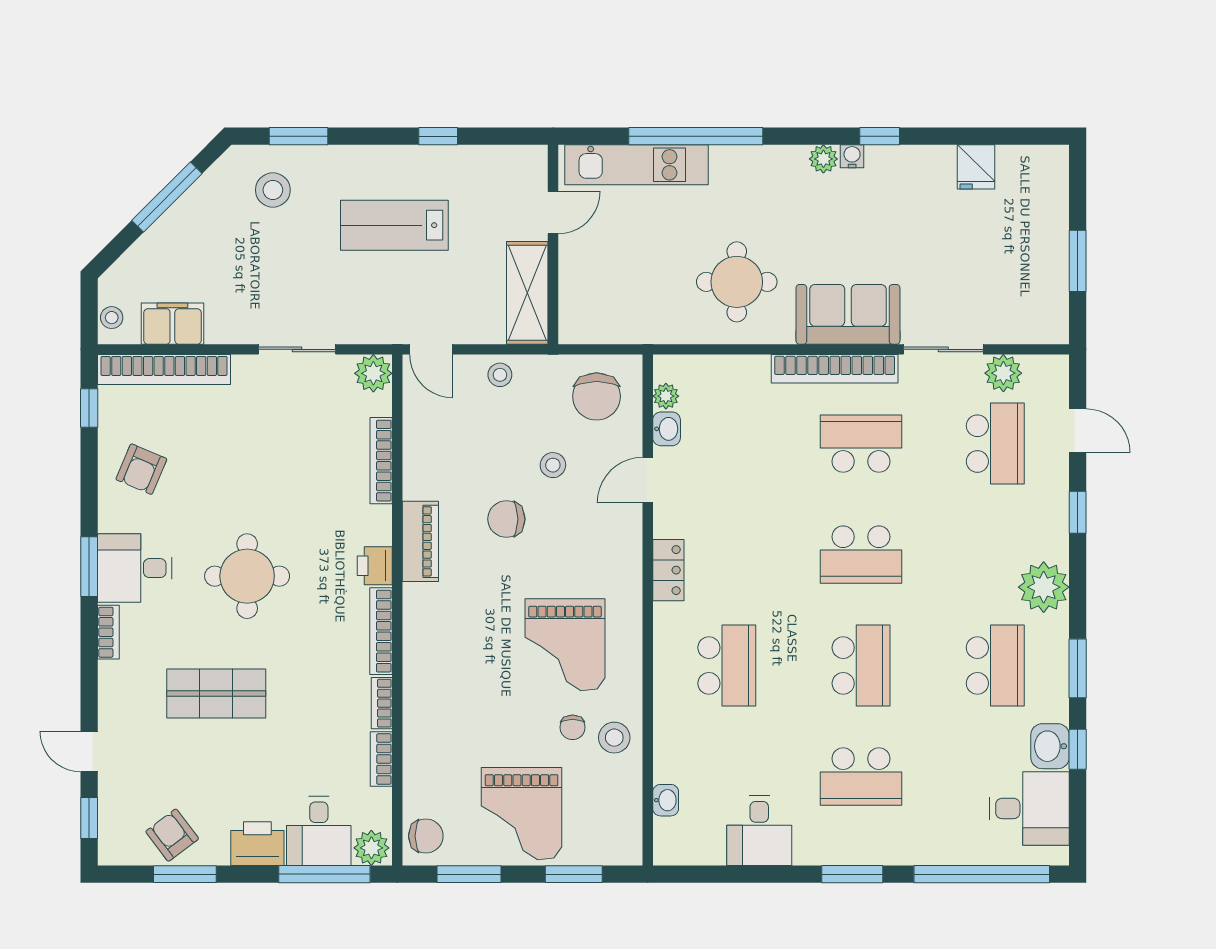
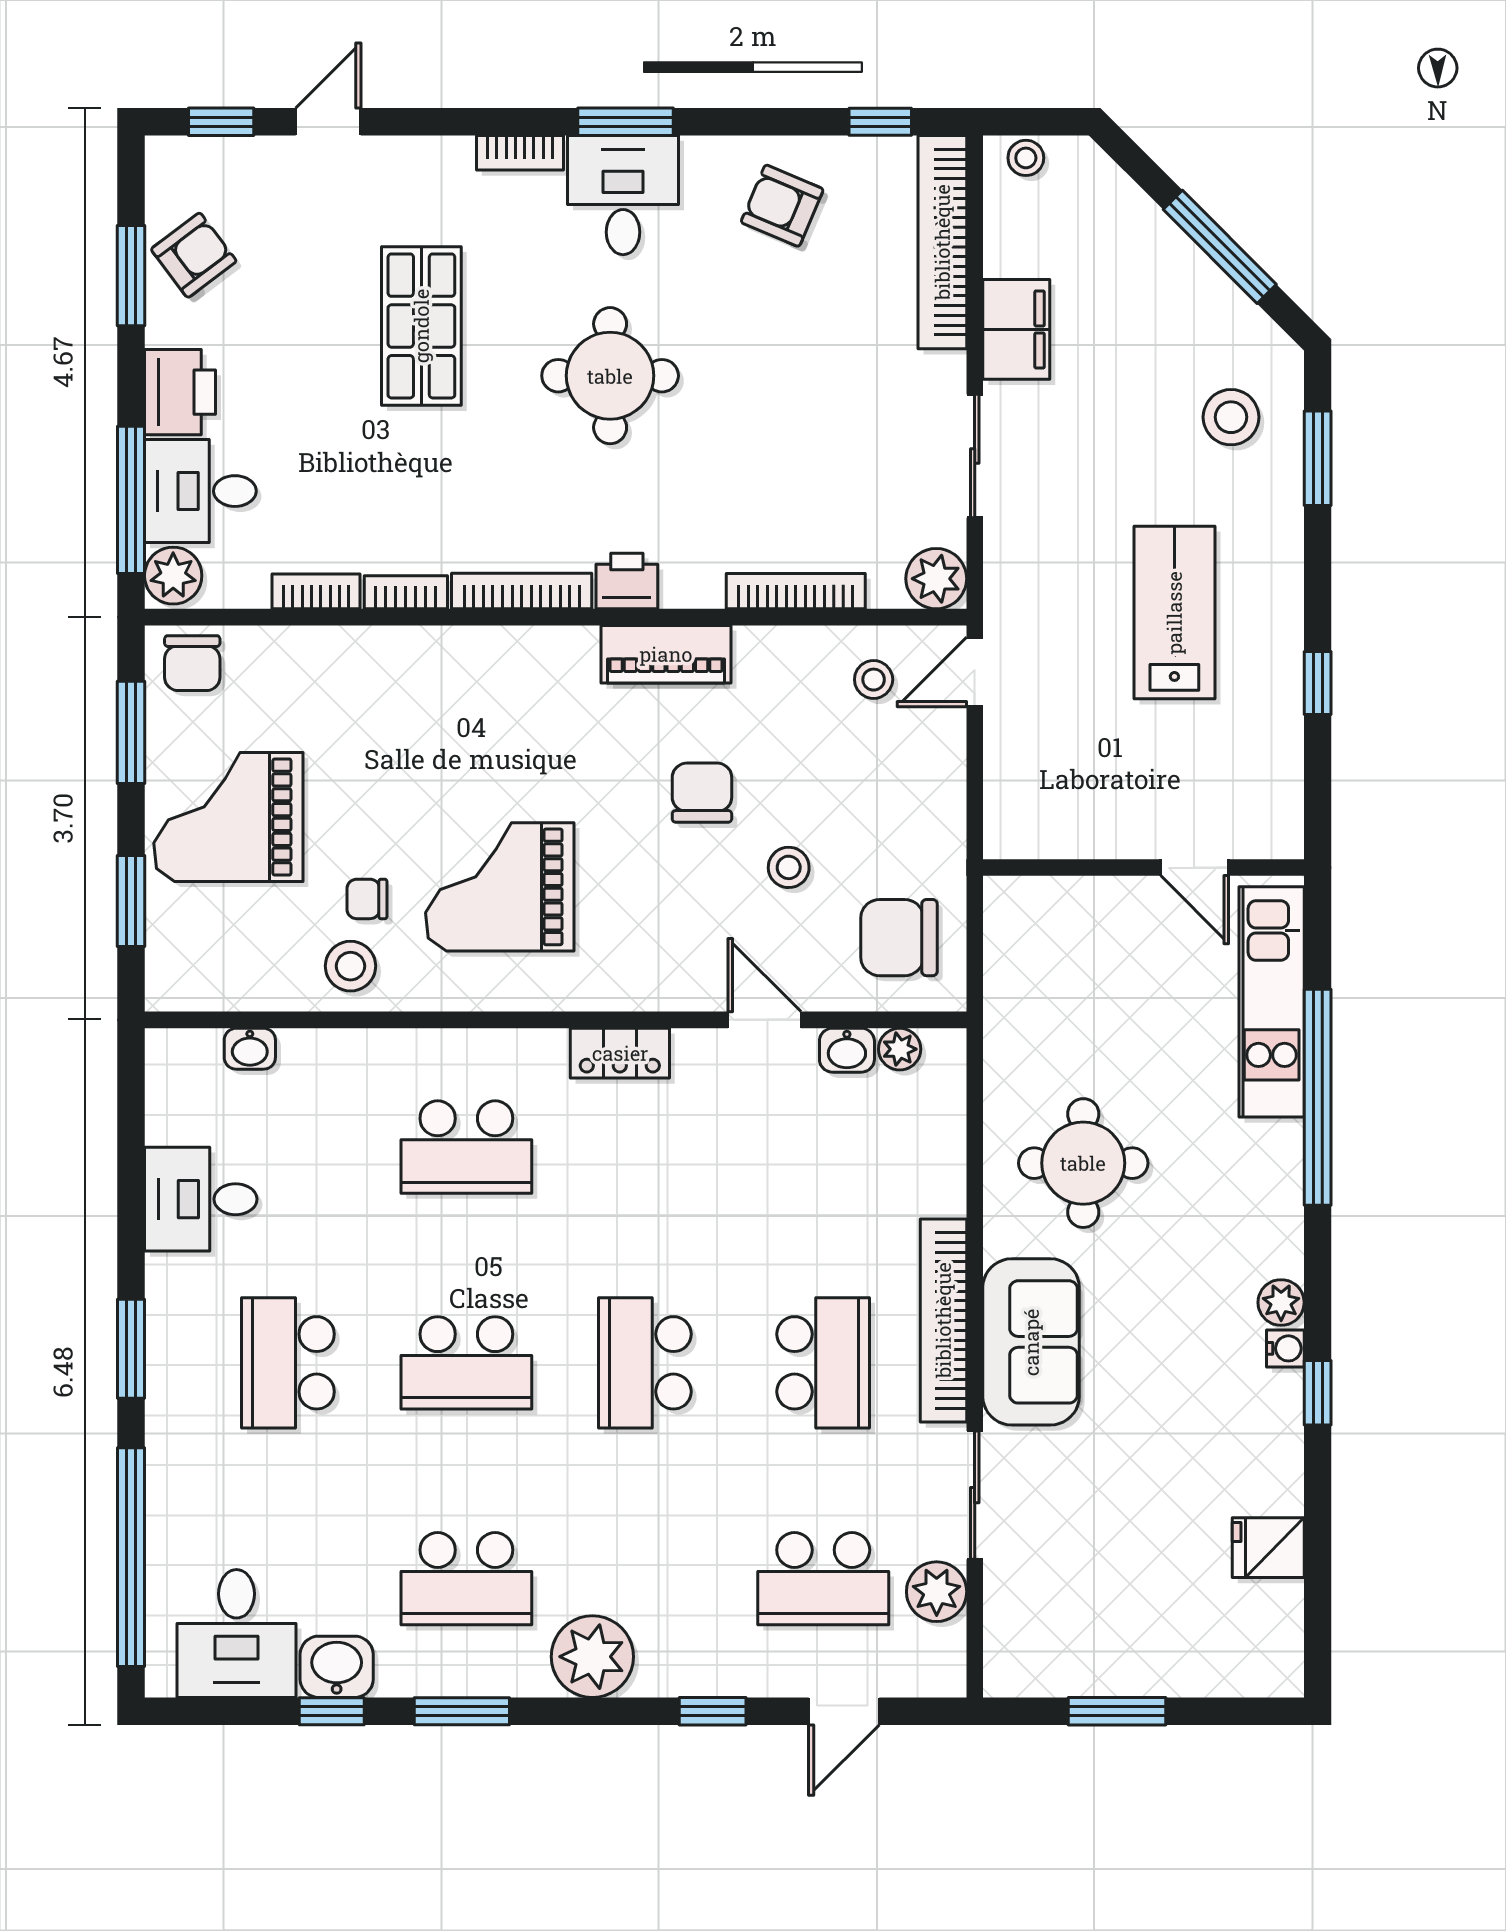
shelving: (527, 293) -> (1066, 826), removed
filing cabinet: (172, 324) -> (1016, 329), moved
stool: (500, 375) -> (874, 680), moved

